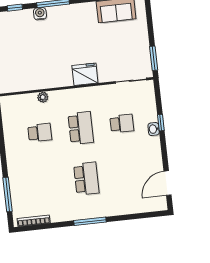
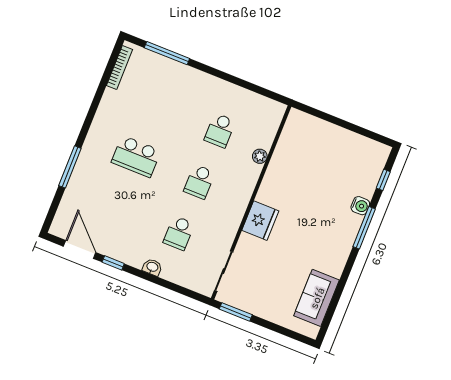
window: (161, 123) -> (113, 263), moved
school desk: (81, 128) -> (199, 182), width x0.54
window: (90, 221) -> (70, 167), moved

